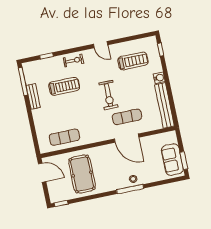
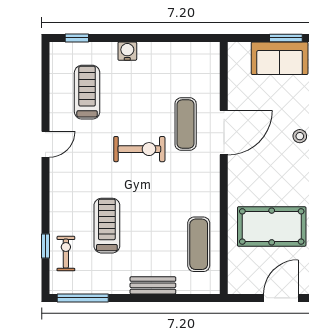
exercise bike: (73, 61) -> (66, 254), moved
bench: (33, 96) -> (153, 285), moved
bench: (164, 105) -> (179, 52), removed
door: (42, 173) -> (281, 298), moved

